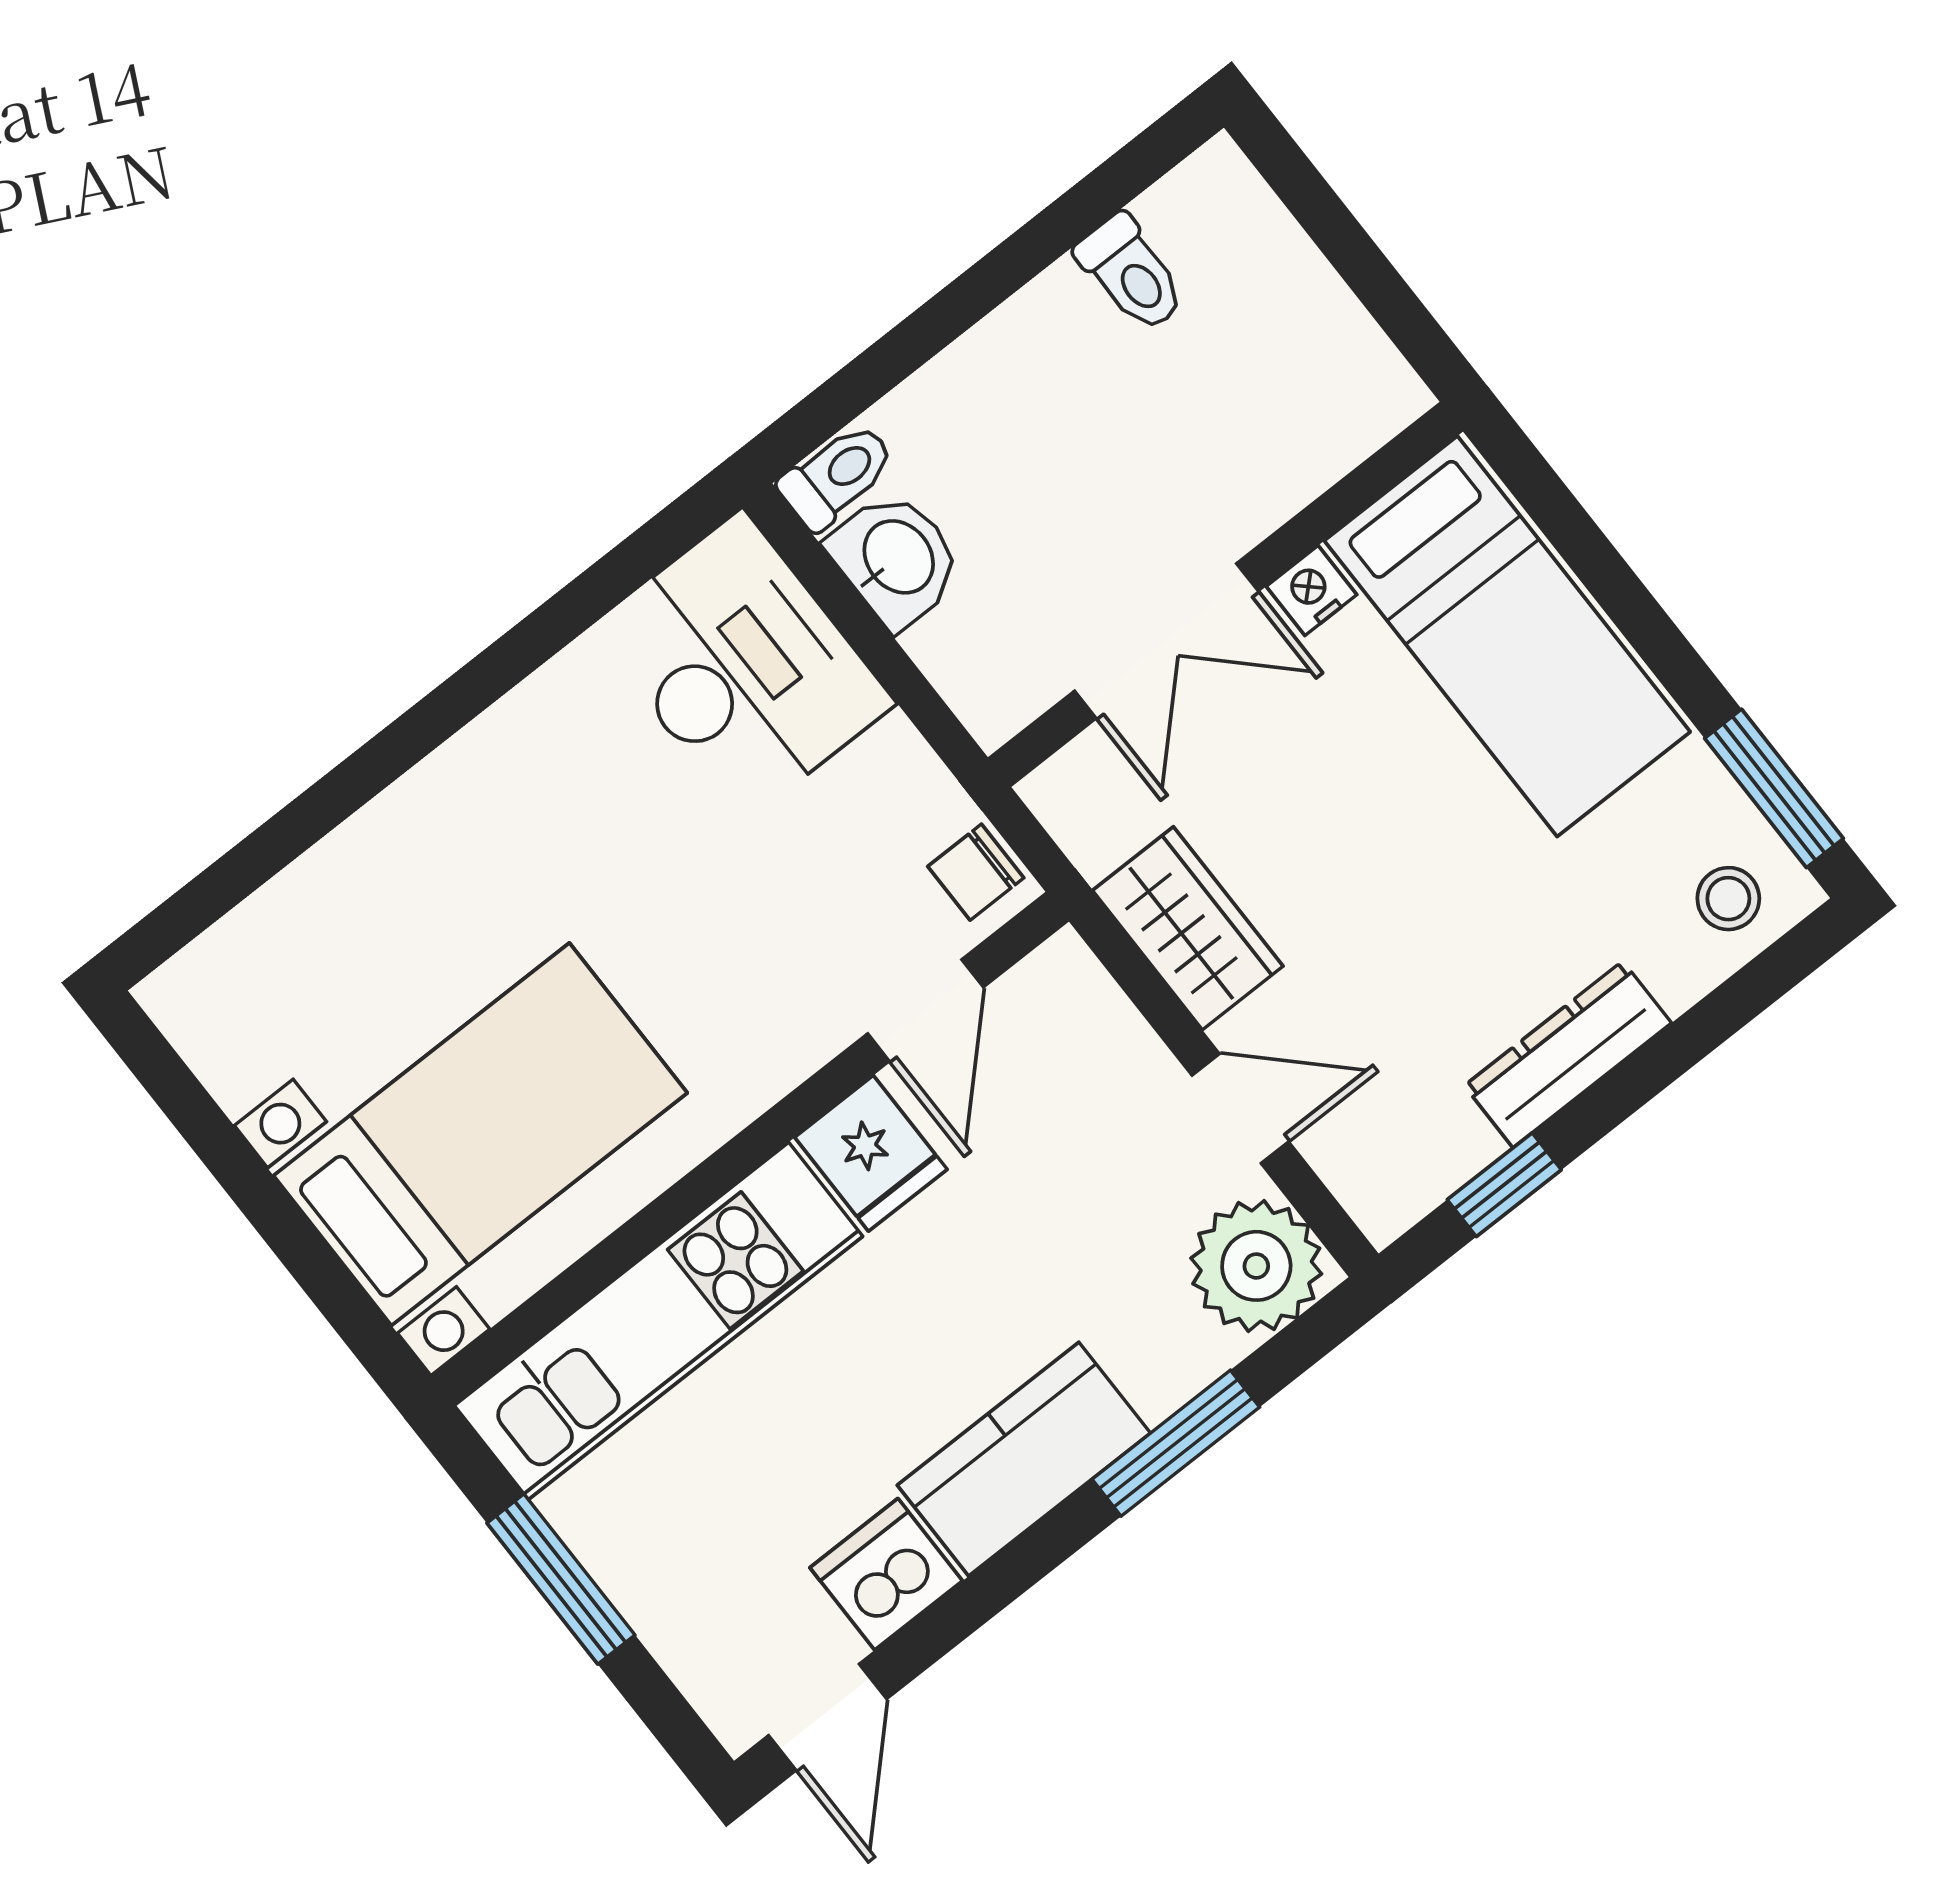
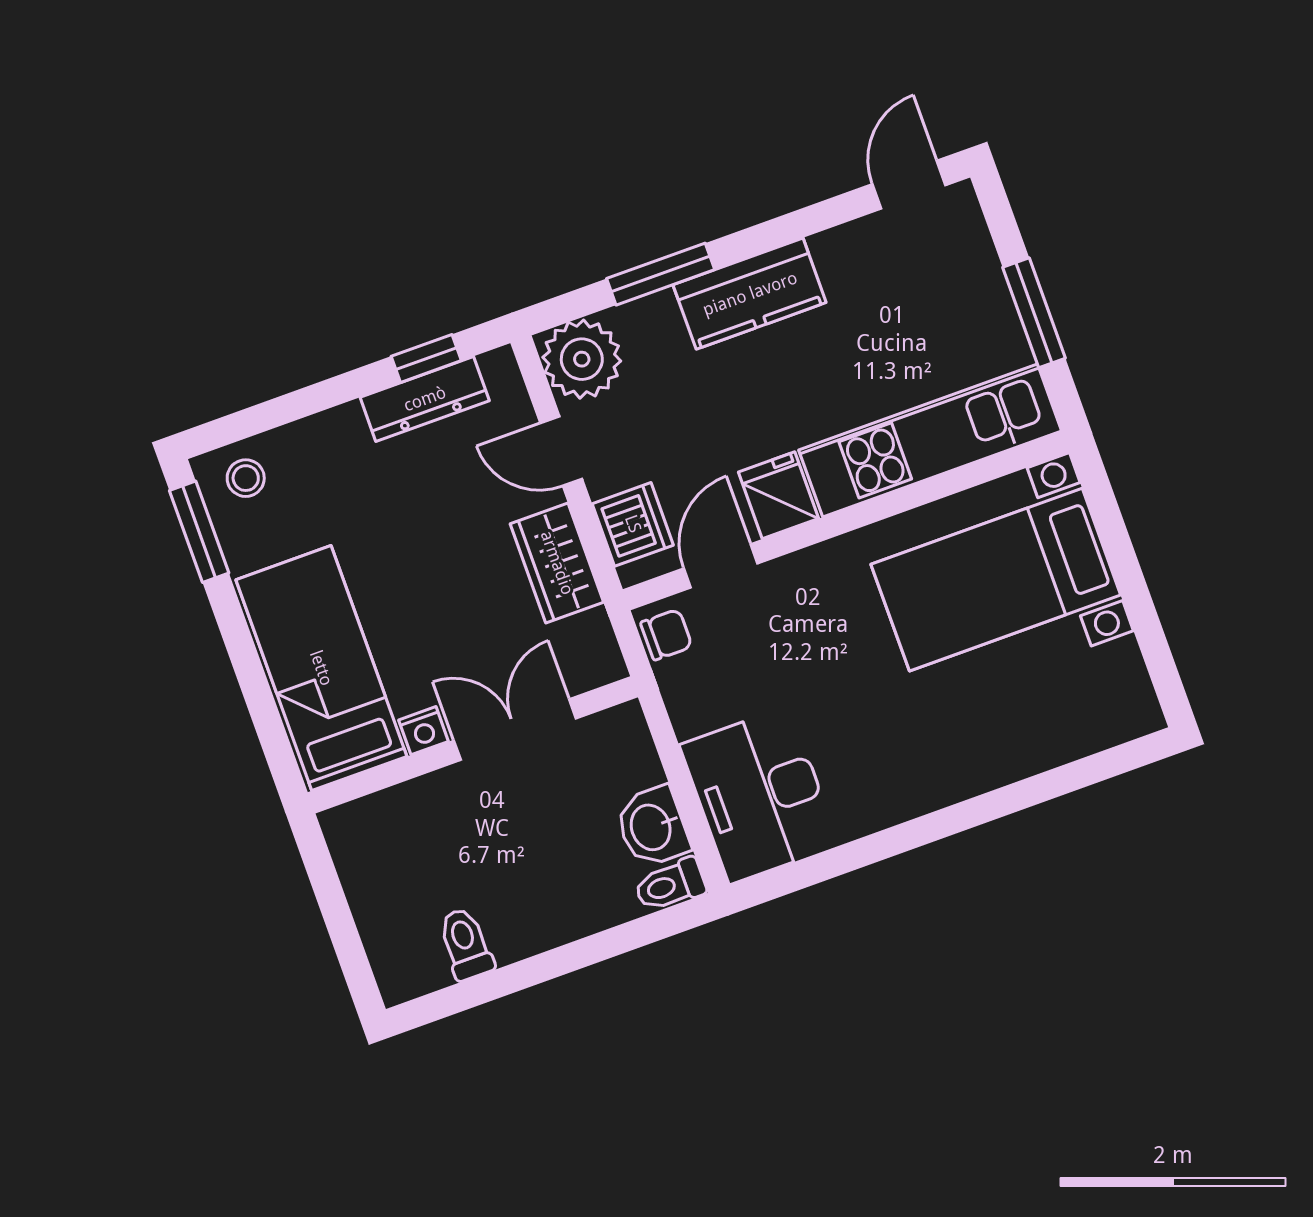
dresser: (1568, 1054) -> (425, 399), moved
dishwasher: (886, 1574) -> (633, 524), moved, turned -90

